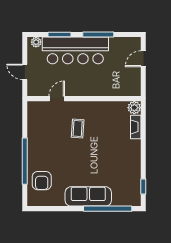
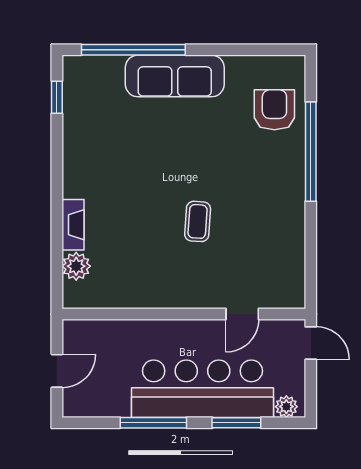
door: (57, 99) -> (242, 314), moved
wall: (84, 99) -> (184, 314), moved

